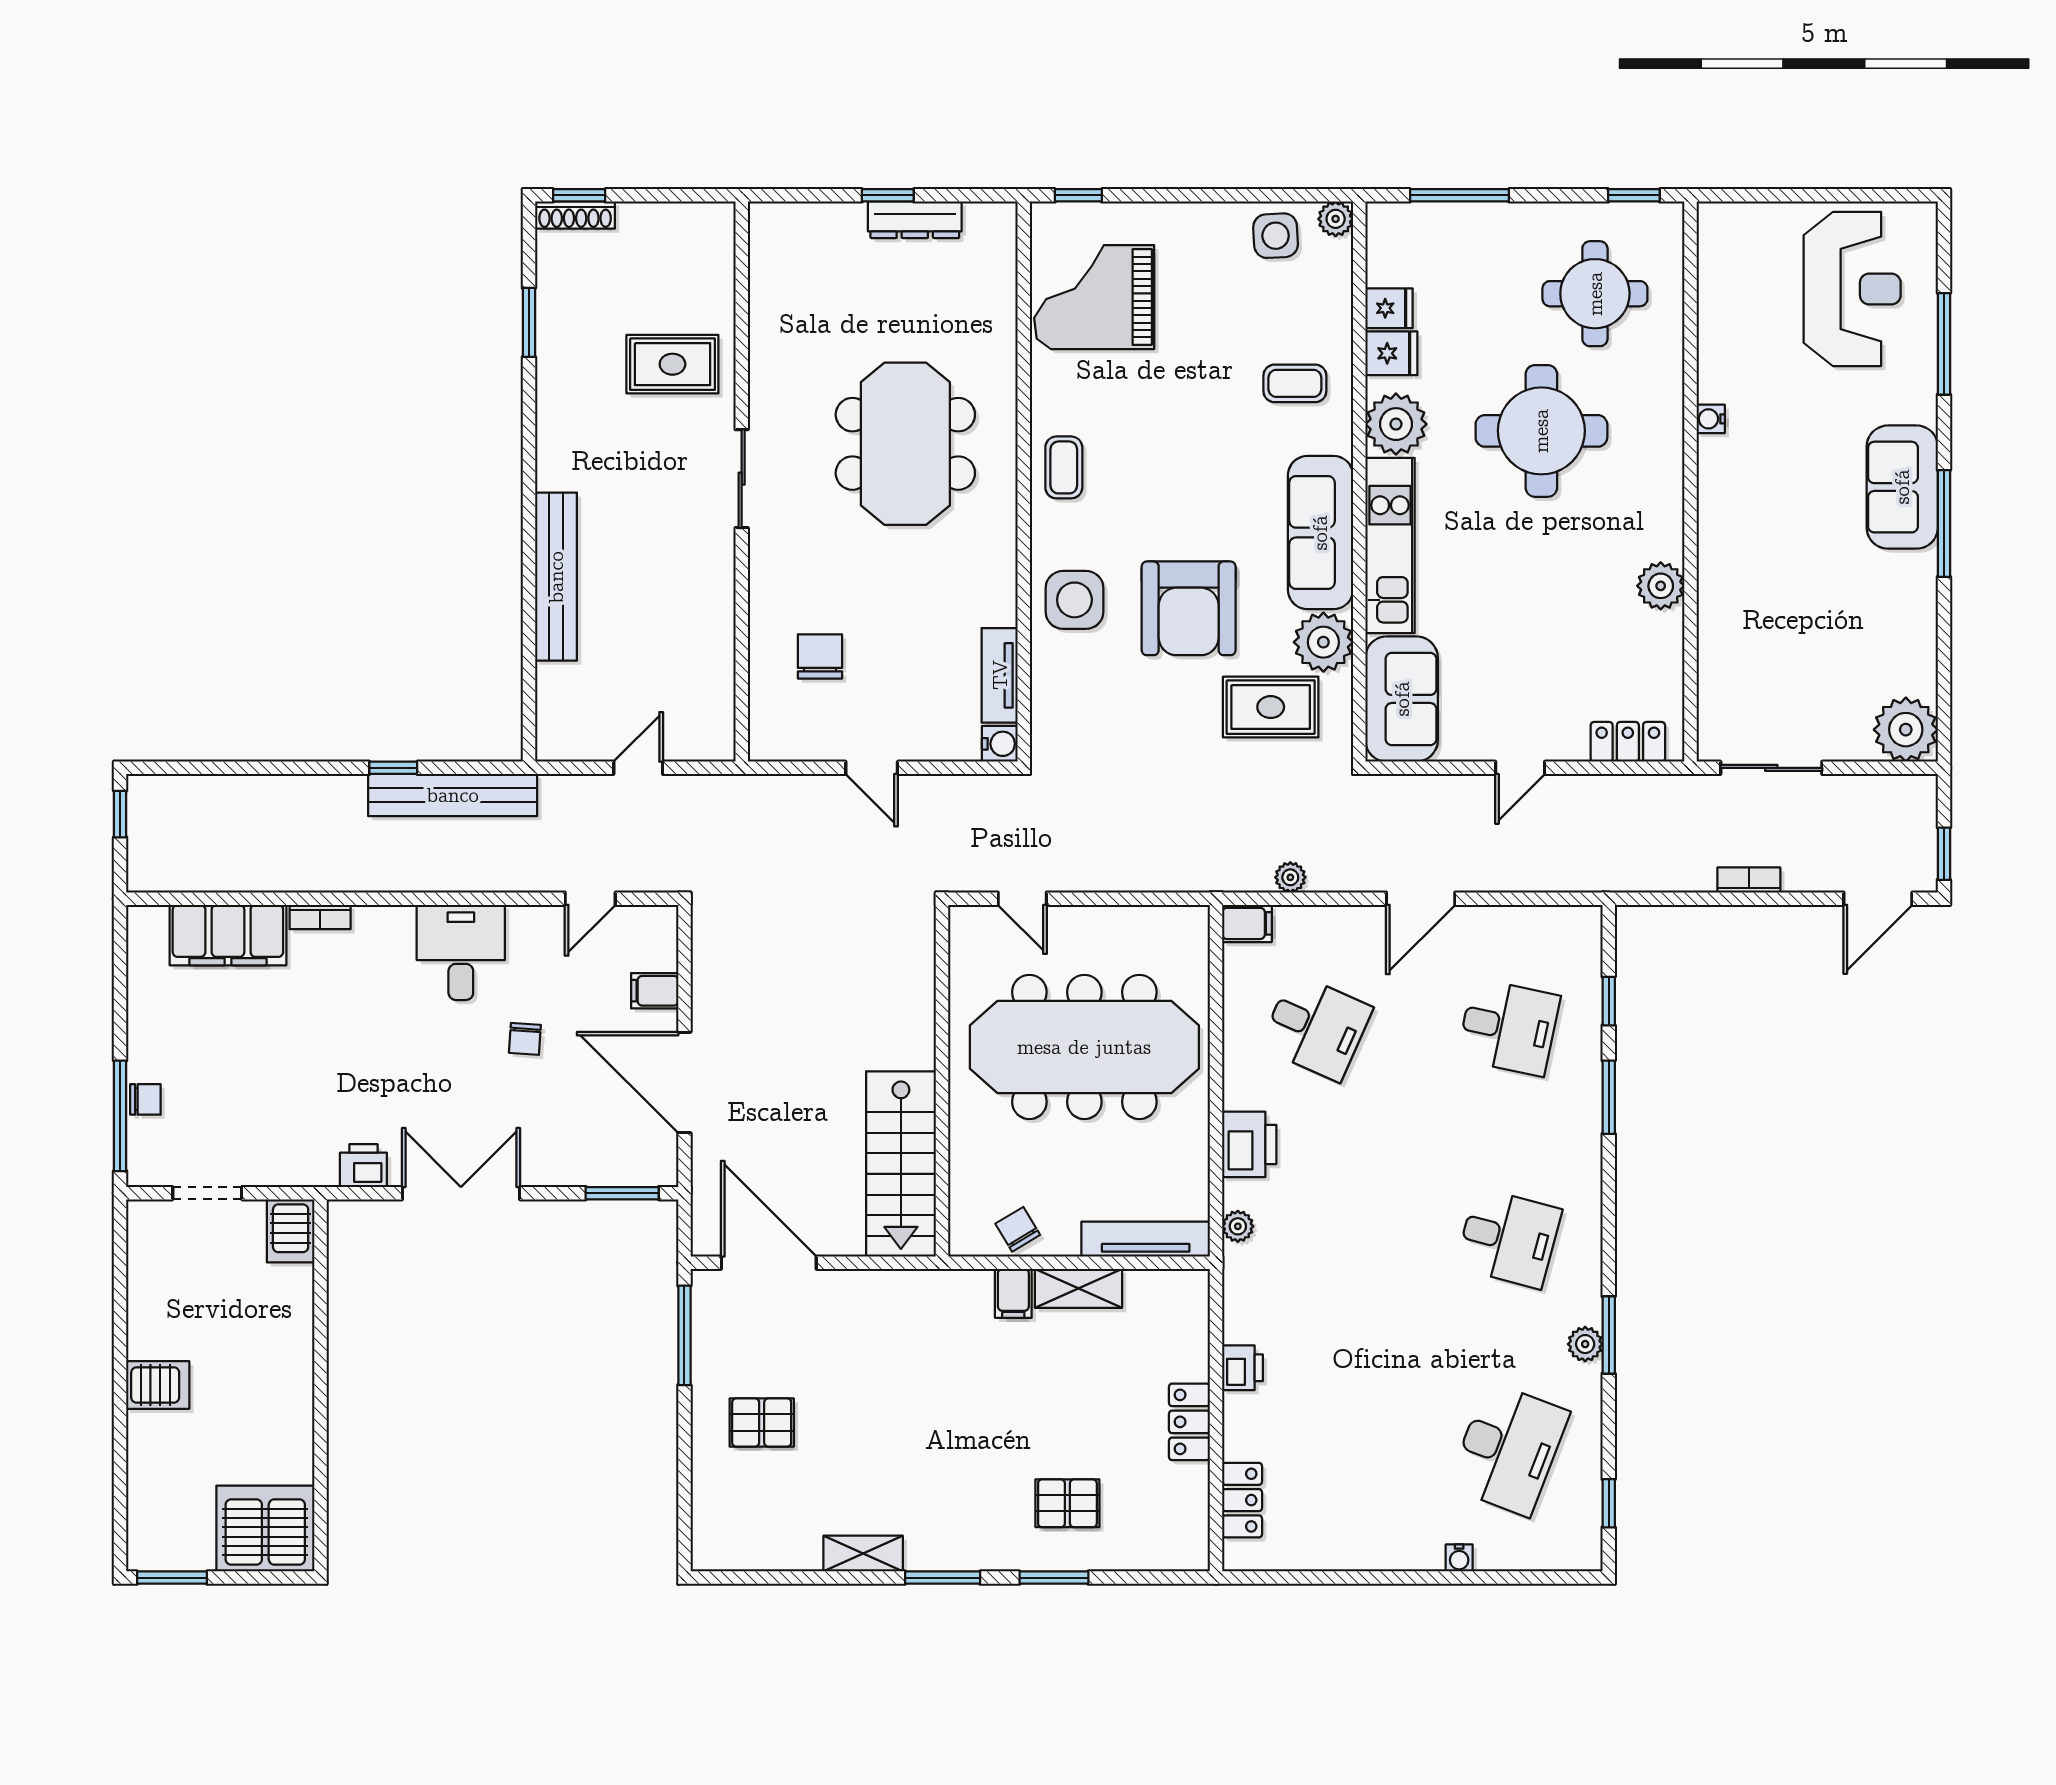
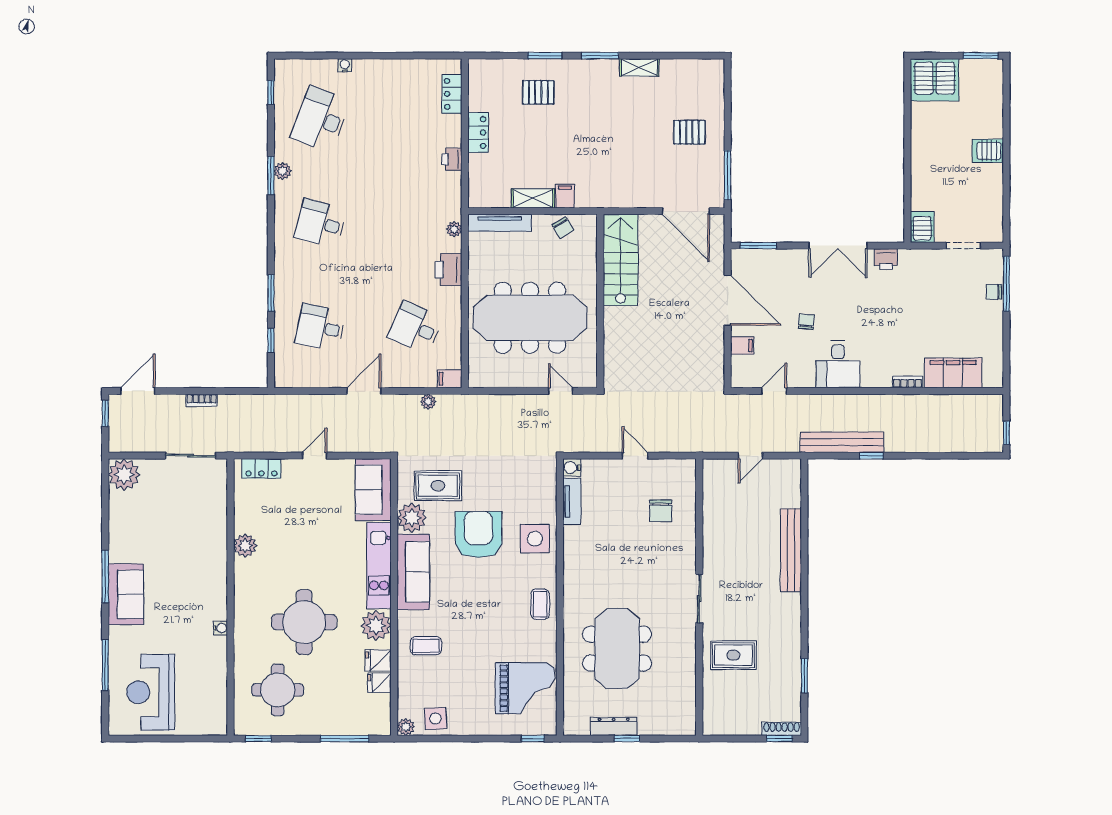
meeting table: (905, 444) -> (617, 649), moved

